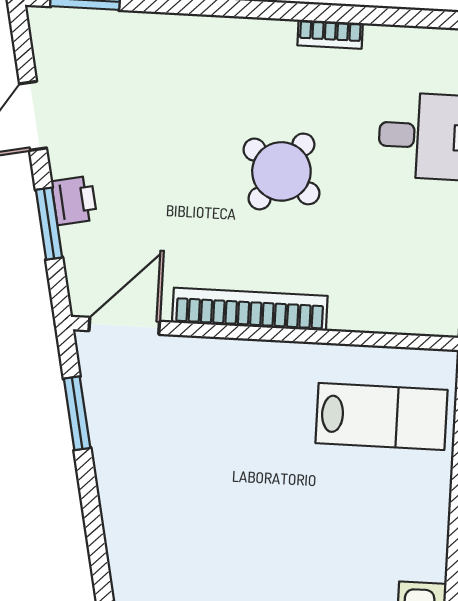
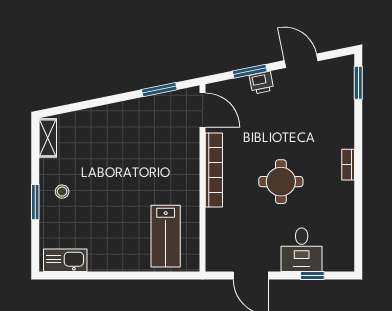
bookcase: (330, 34) -> (348, 165), moved
round table: (281, 171) -> (281, 182), turned -36

